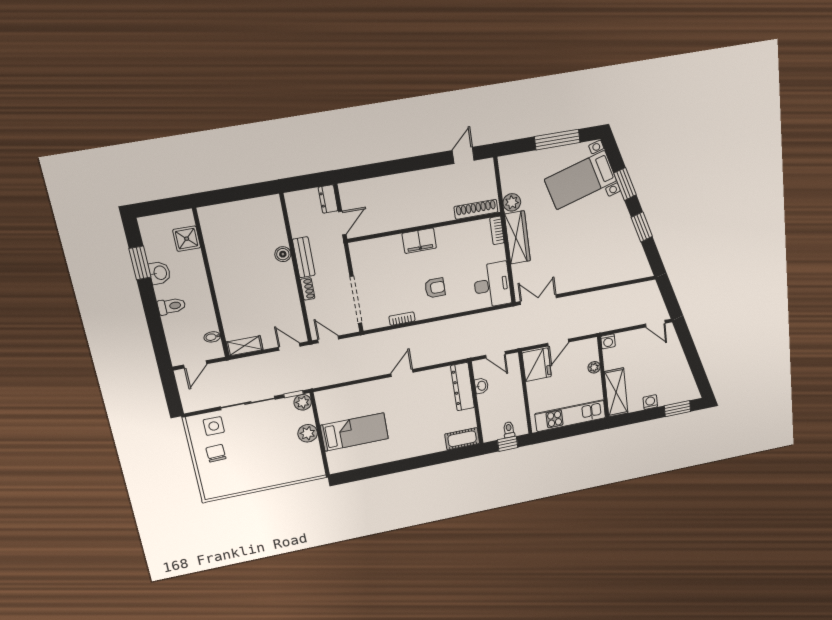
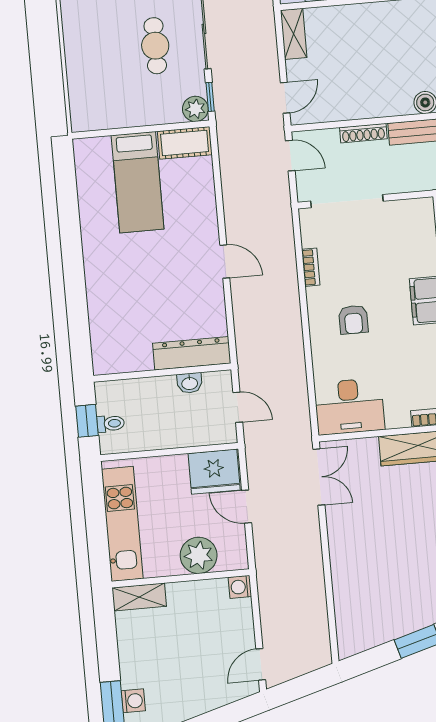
shoe rack: (307, 289) -> (363, 133), width x1.43
door: (328, 339) -> (290, 156), hinge flipped
door: (496, 355) -> (238, 407), swing flipped
plant: (594, 367) -> (199, 555), width x1.88, depth x1.88
shelving: (616, 392) -> (139, 597), width x0.67, depth x0.75
washing machine: (650, 402) -> (133, 701), moved
cafe table: (263, 432) -> (155, 46), added
plant: (308, 433) -> (144, 112), removed
cot: (462, 439) -> (185, 143), moved, turned 90

